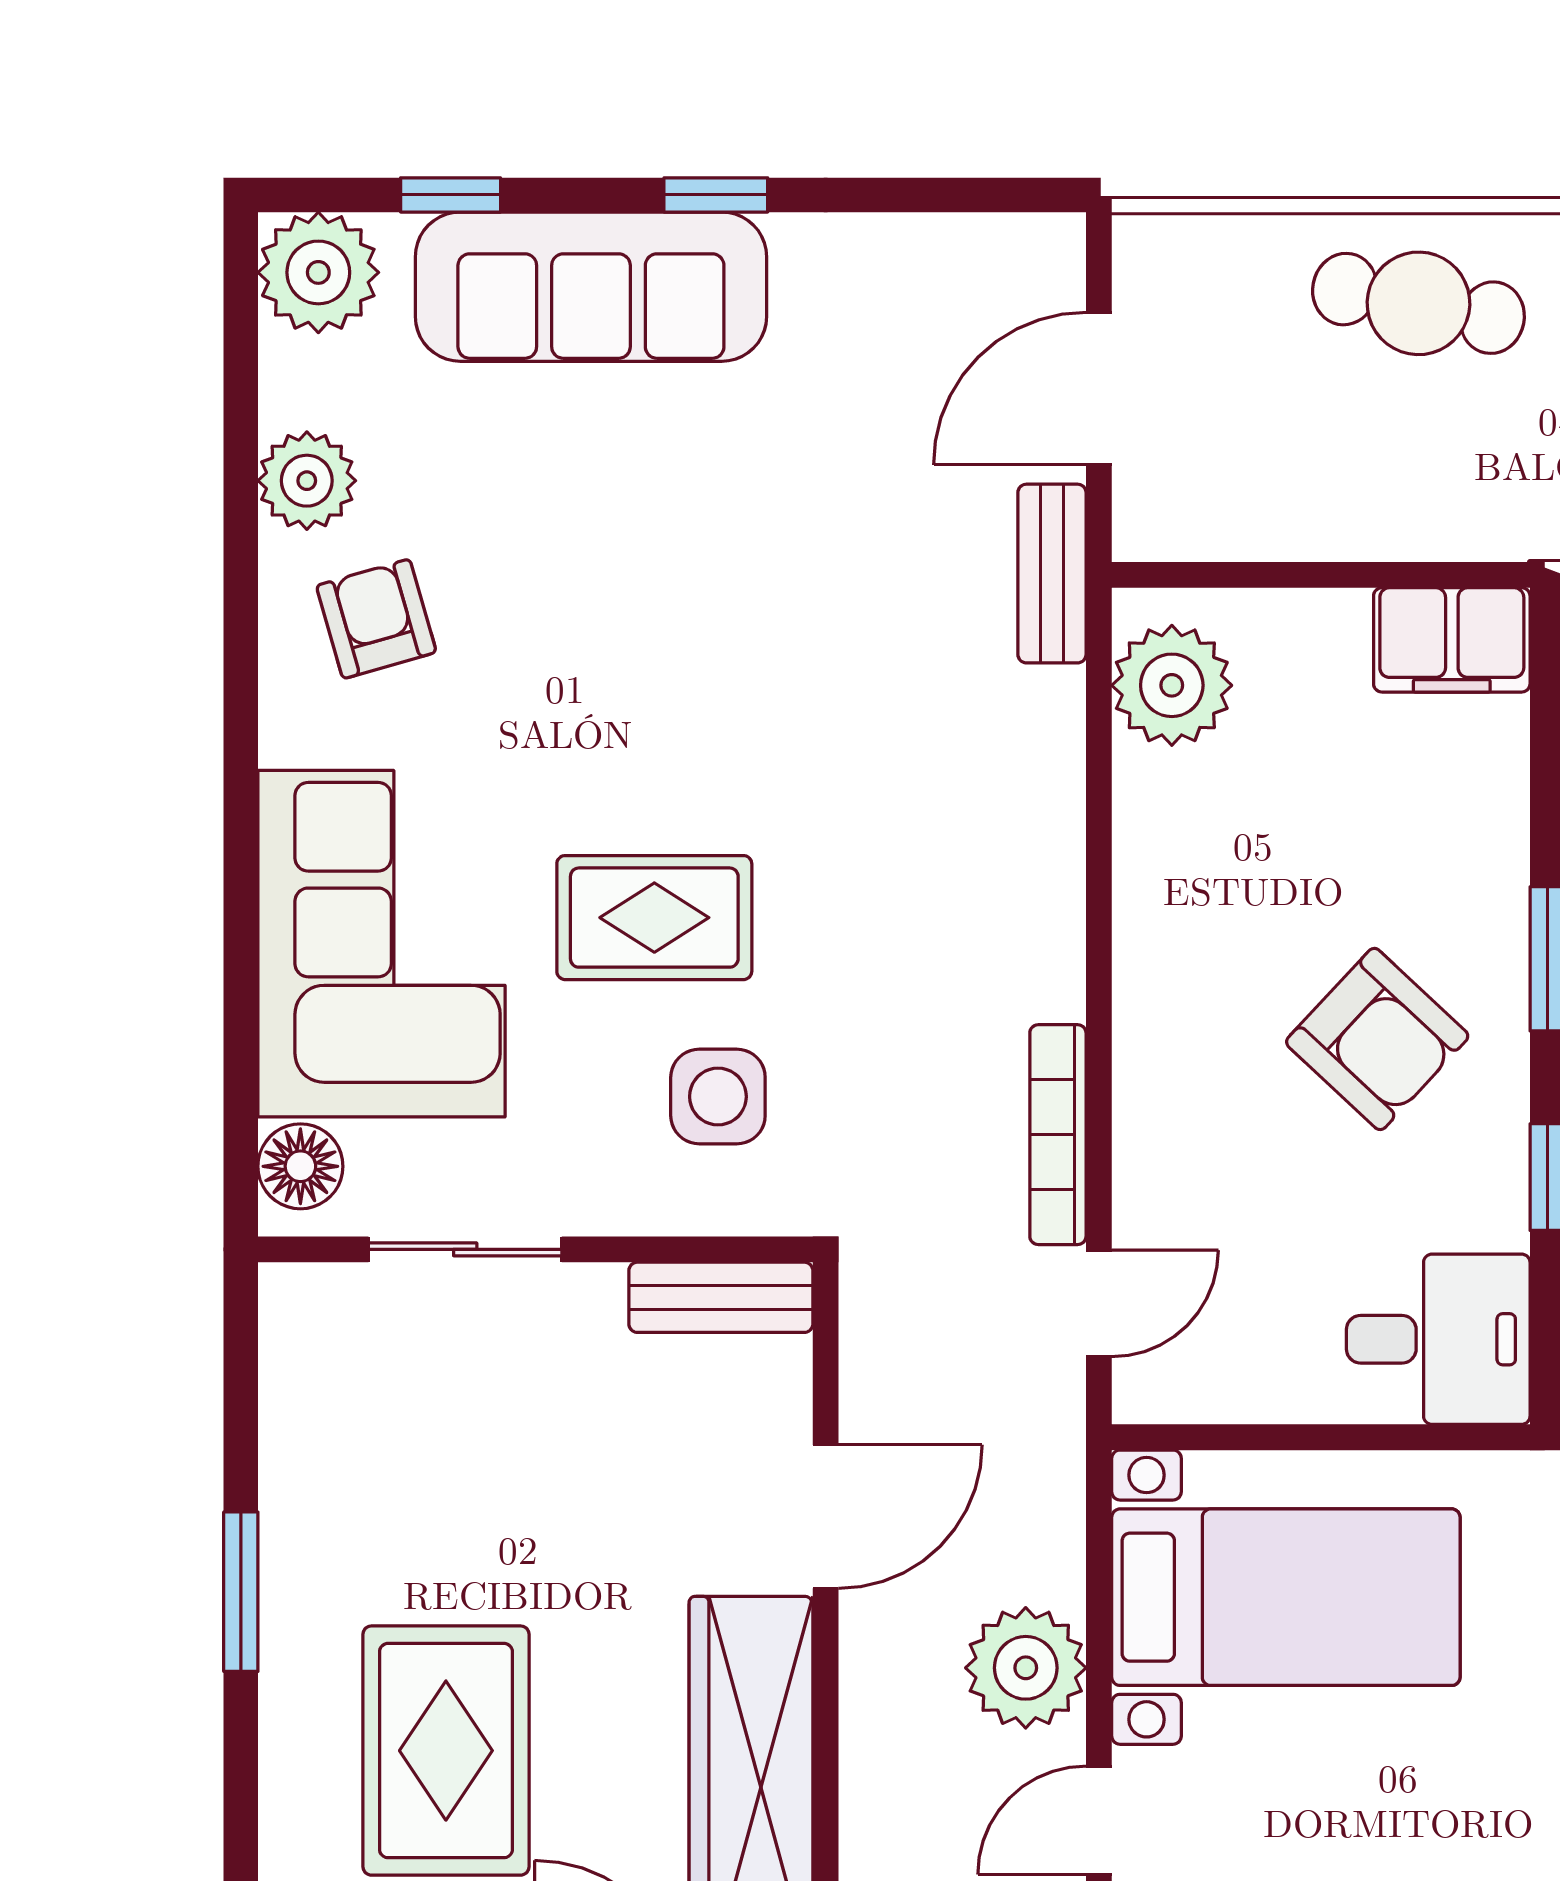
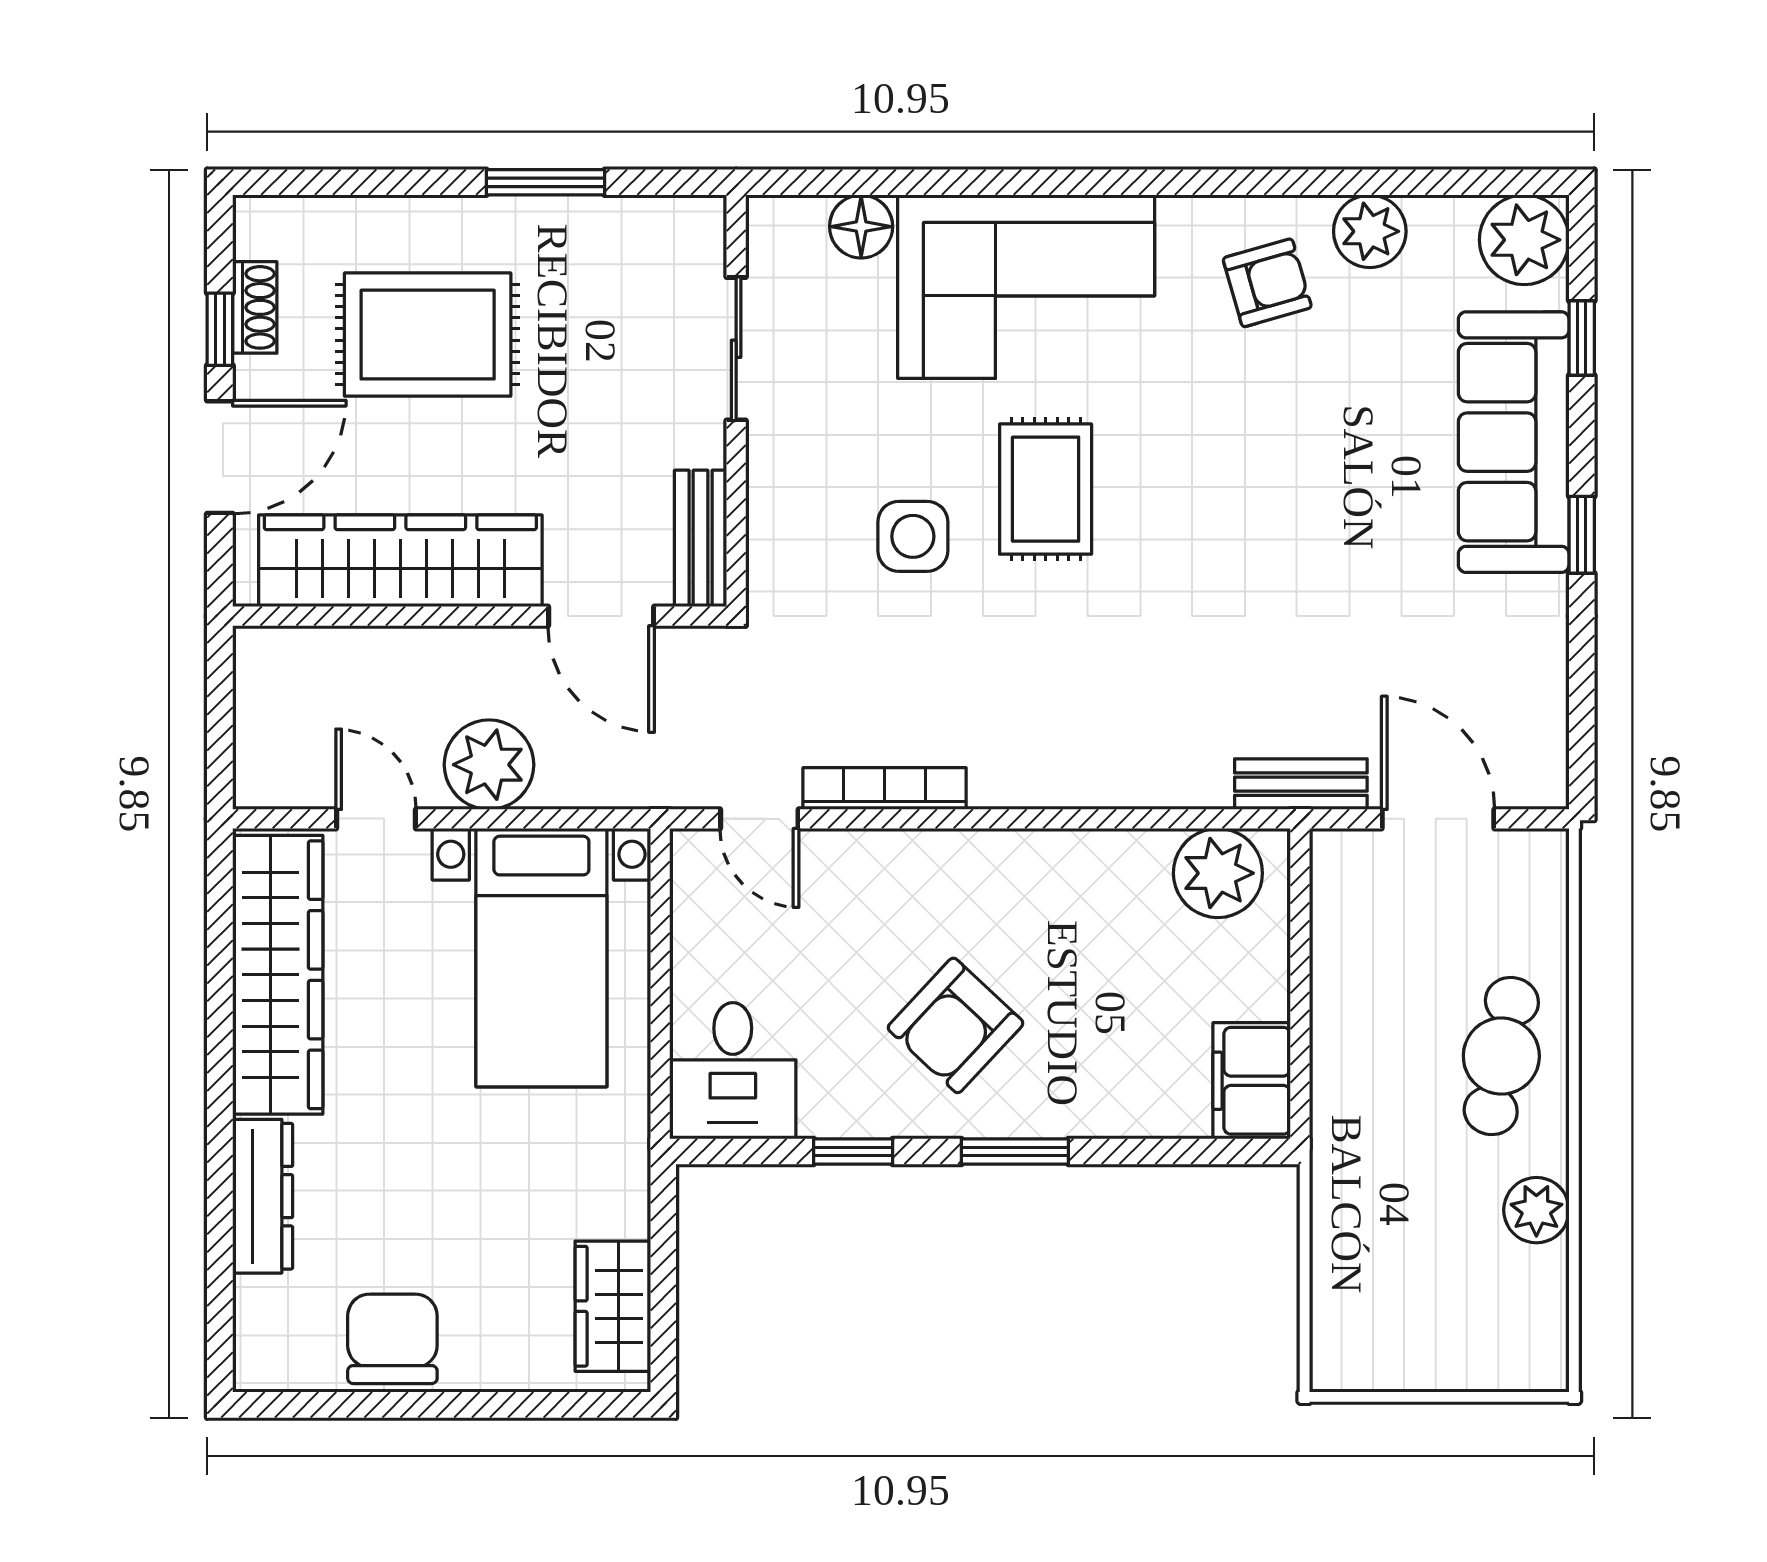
sliding door: (465, 1249) -> (736, 349), moved
wall: (535, 1249) -> (736, 401), moved
bench: (721, 1297) -> (701, 538), moved

